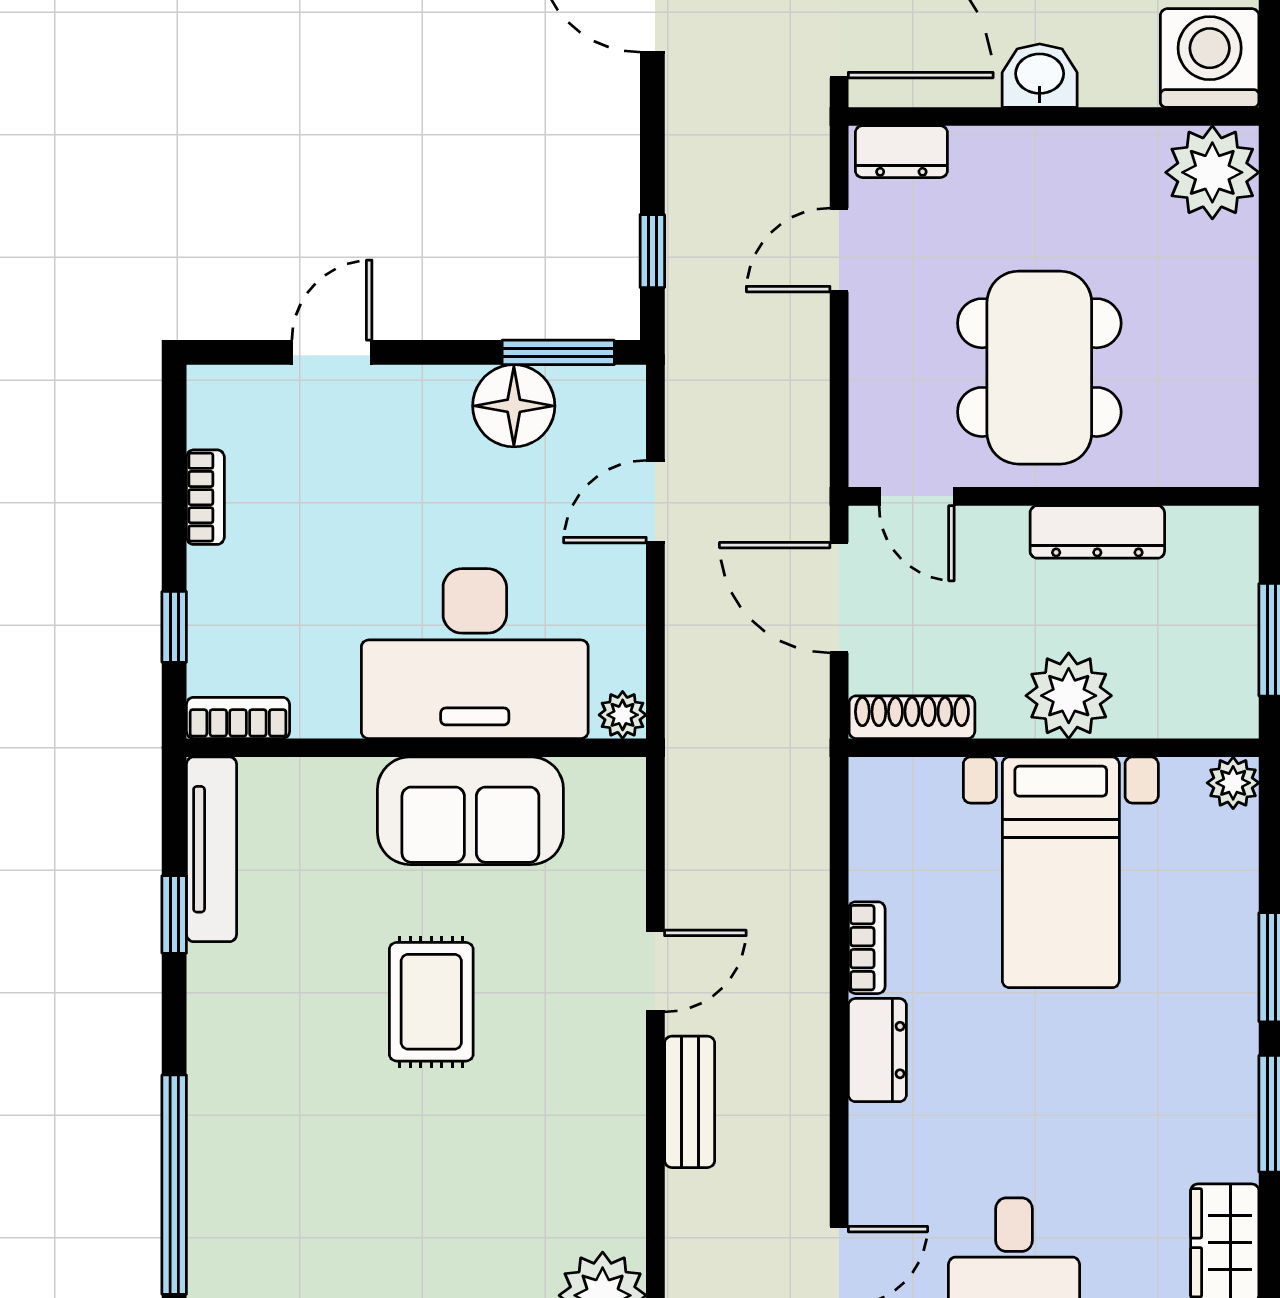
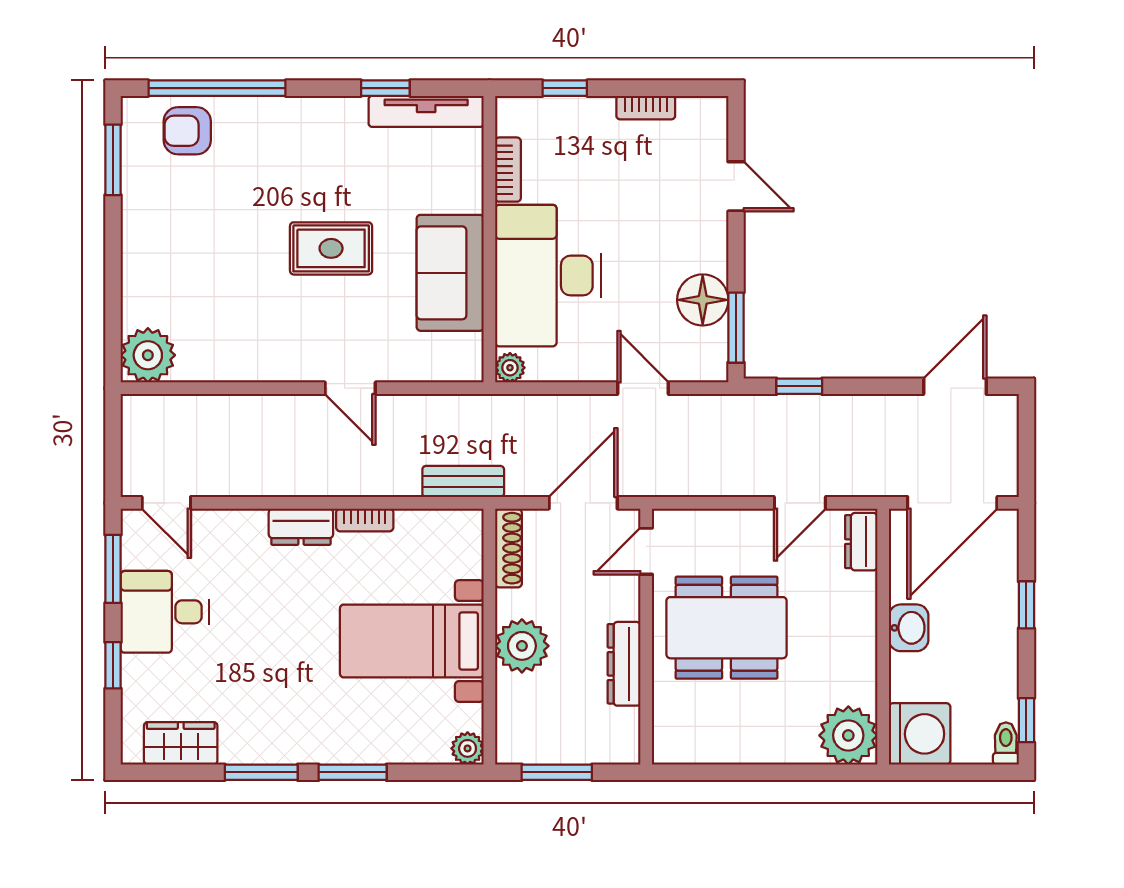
door: (839, 250) -> (800, 503), swing flipped
bookcase: (238, 718) -> (508, 170), moved
bench: (690, 1102) -> (463, 481), moved
armchair: (243, 1232) -> (187, 131), added

